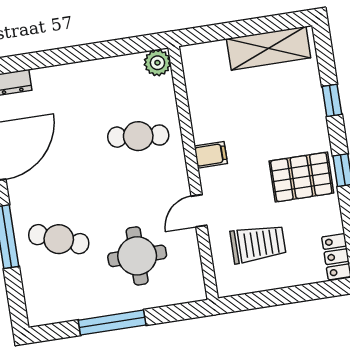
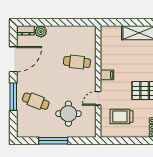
plant: (157, 63) -> (41, 32), moved
trolley: (258, 244) -> (121, 116), turned 180

